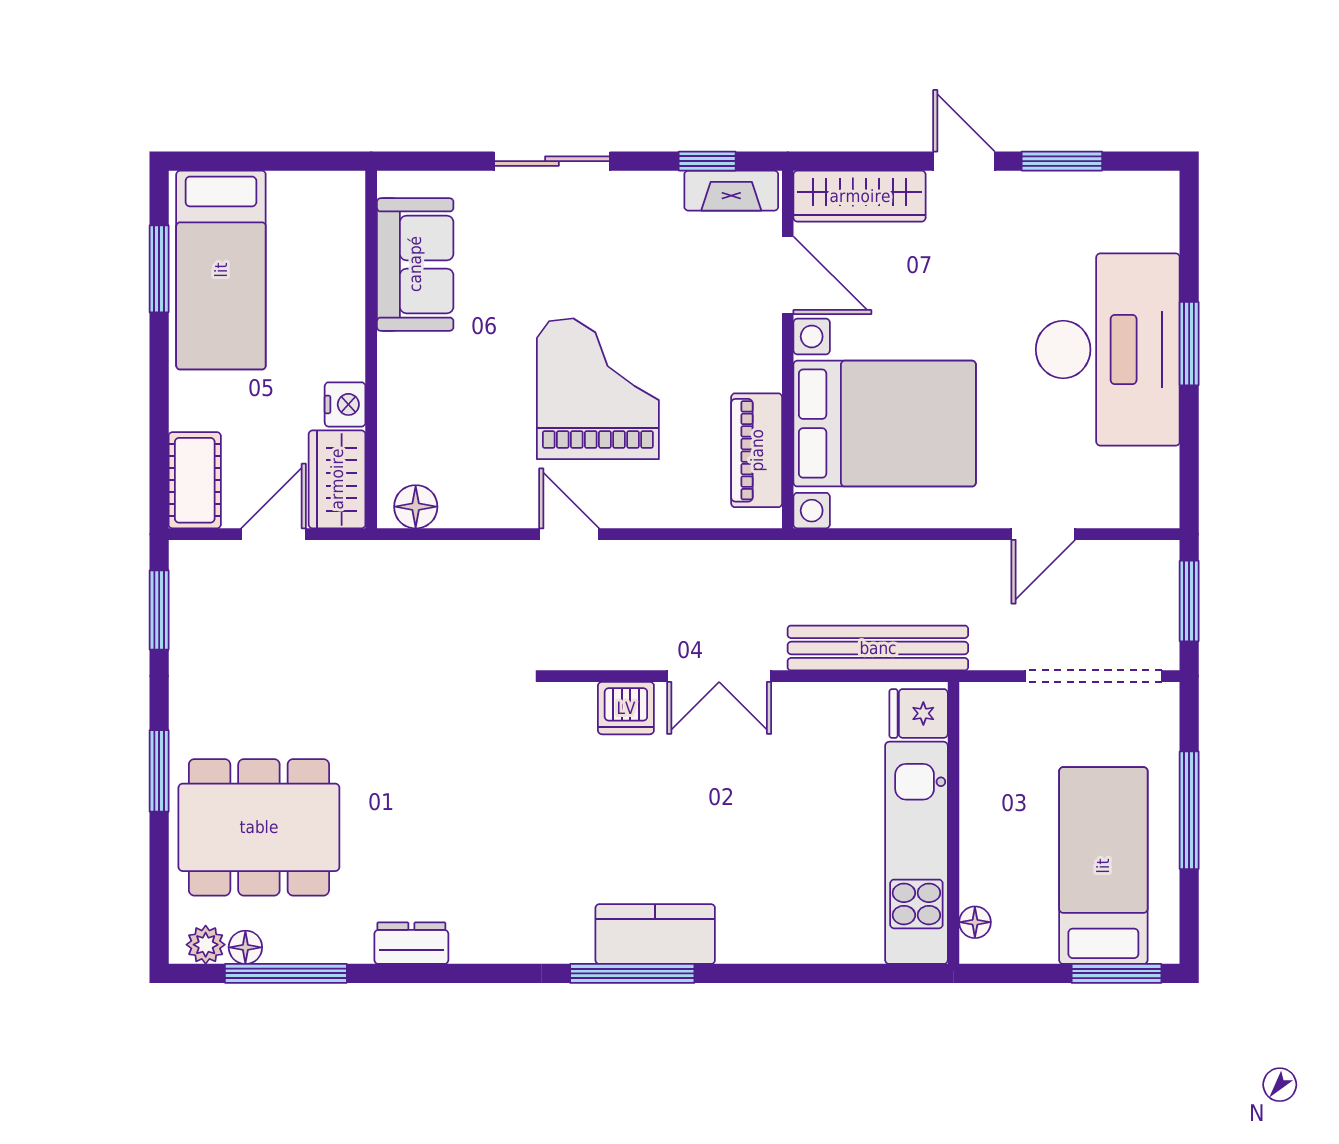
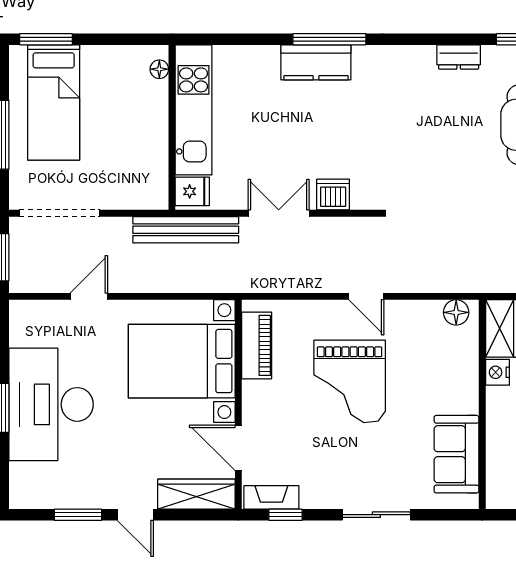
fridge: (919, 713) -> (192, 191), moved
wall: (953, 823) -> (172, 127), moved
kitchen unit: (916, 853) -> (194, 110), moved
floor lamp: (975, 922) -> (159, 69), moved

